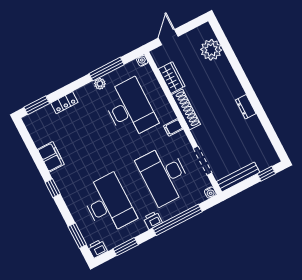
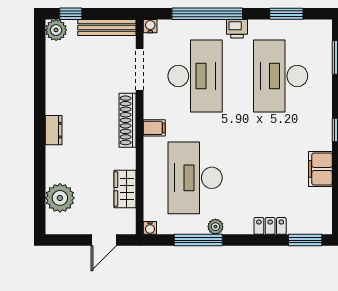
dresser: (246, 107) -> (54, 130), moved
shoe rack: (186, 109) -> (128, 120), moved
plant: (270, 158) -> (56, 30), added
printer: (97, 249) -> (322, 29), removed

